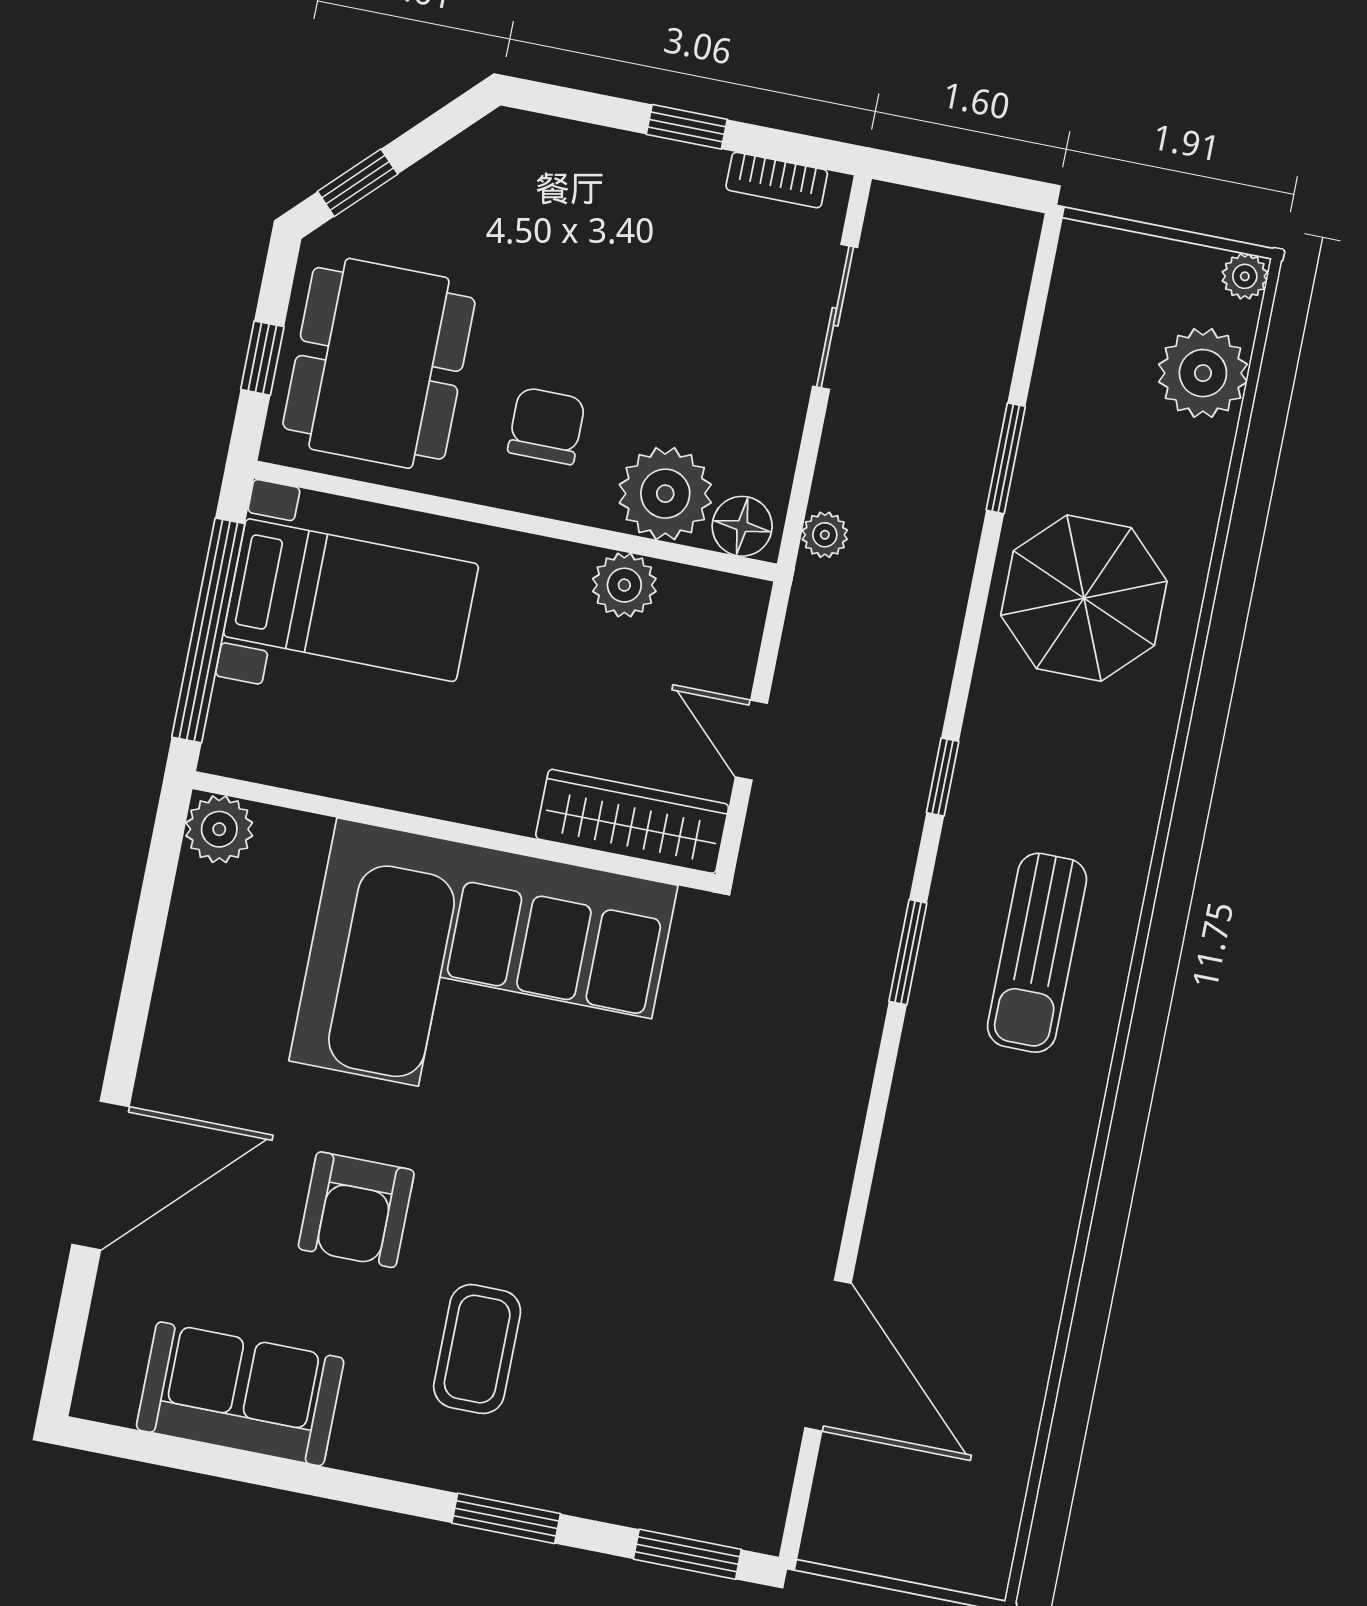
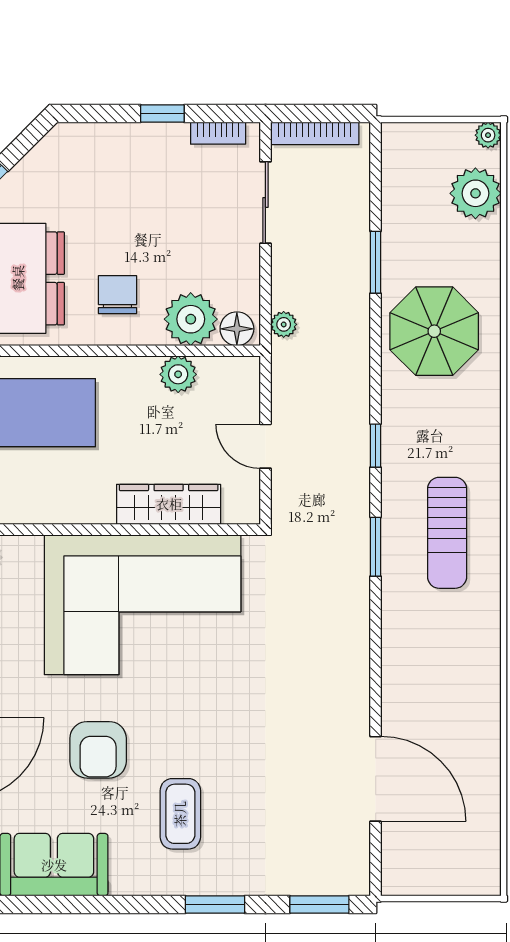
bookcase: (944, 214) -> (315, 133), added
wardrobe: (632, 821) -> (169, 504), moved

